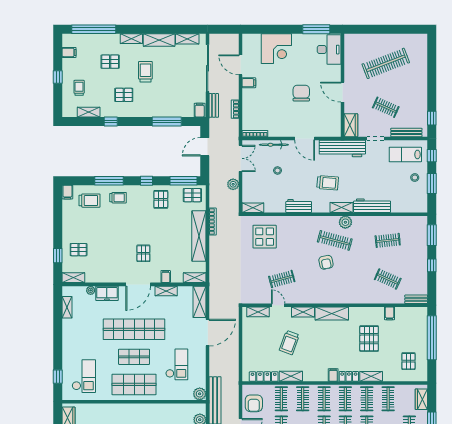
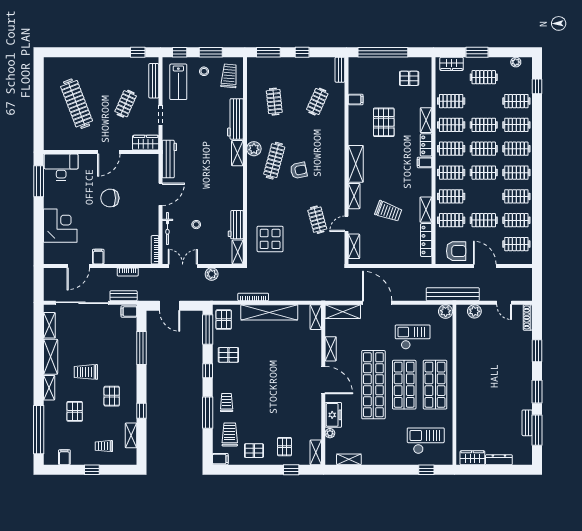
workbench: (342, 149) -> (169, 159), width x0.73, depth x0.76
trolley: (328, 183) -> (229, 76), moved
workbench: (299, 206) -> (236, 225), moved
pallet: (143, 253) -> (254, 451), moved
filing cabinet: (166, 277) -> (315, 349), removed
pallet: (369, 339) -> (384, 122), turned 90
shop shelf: (134, 357) -> (404, 385), width x1.43, depth x1.36

